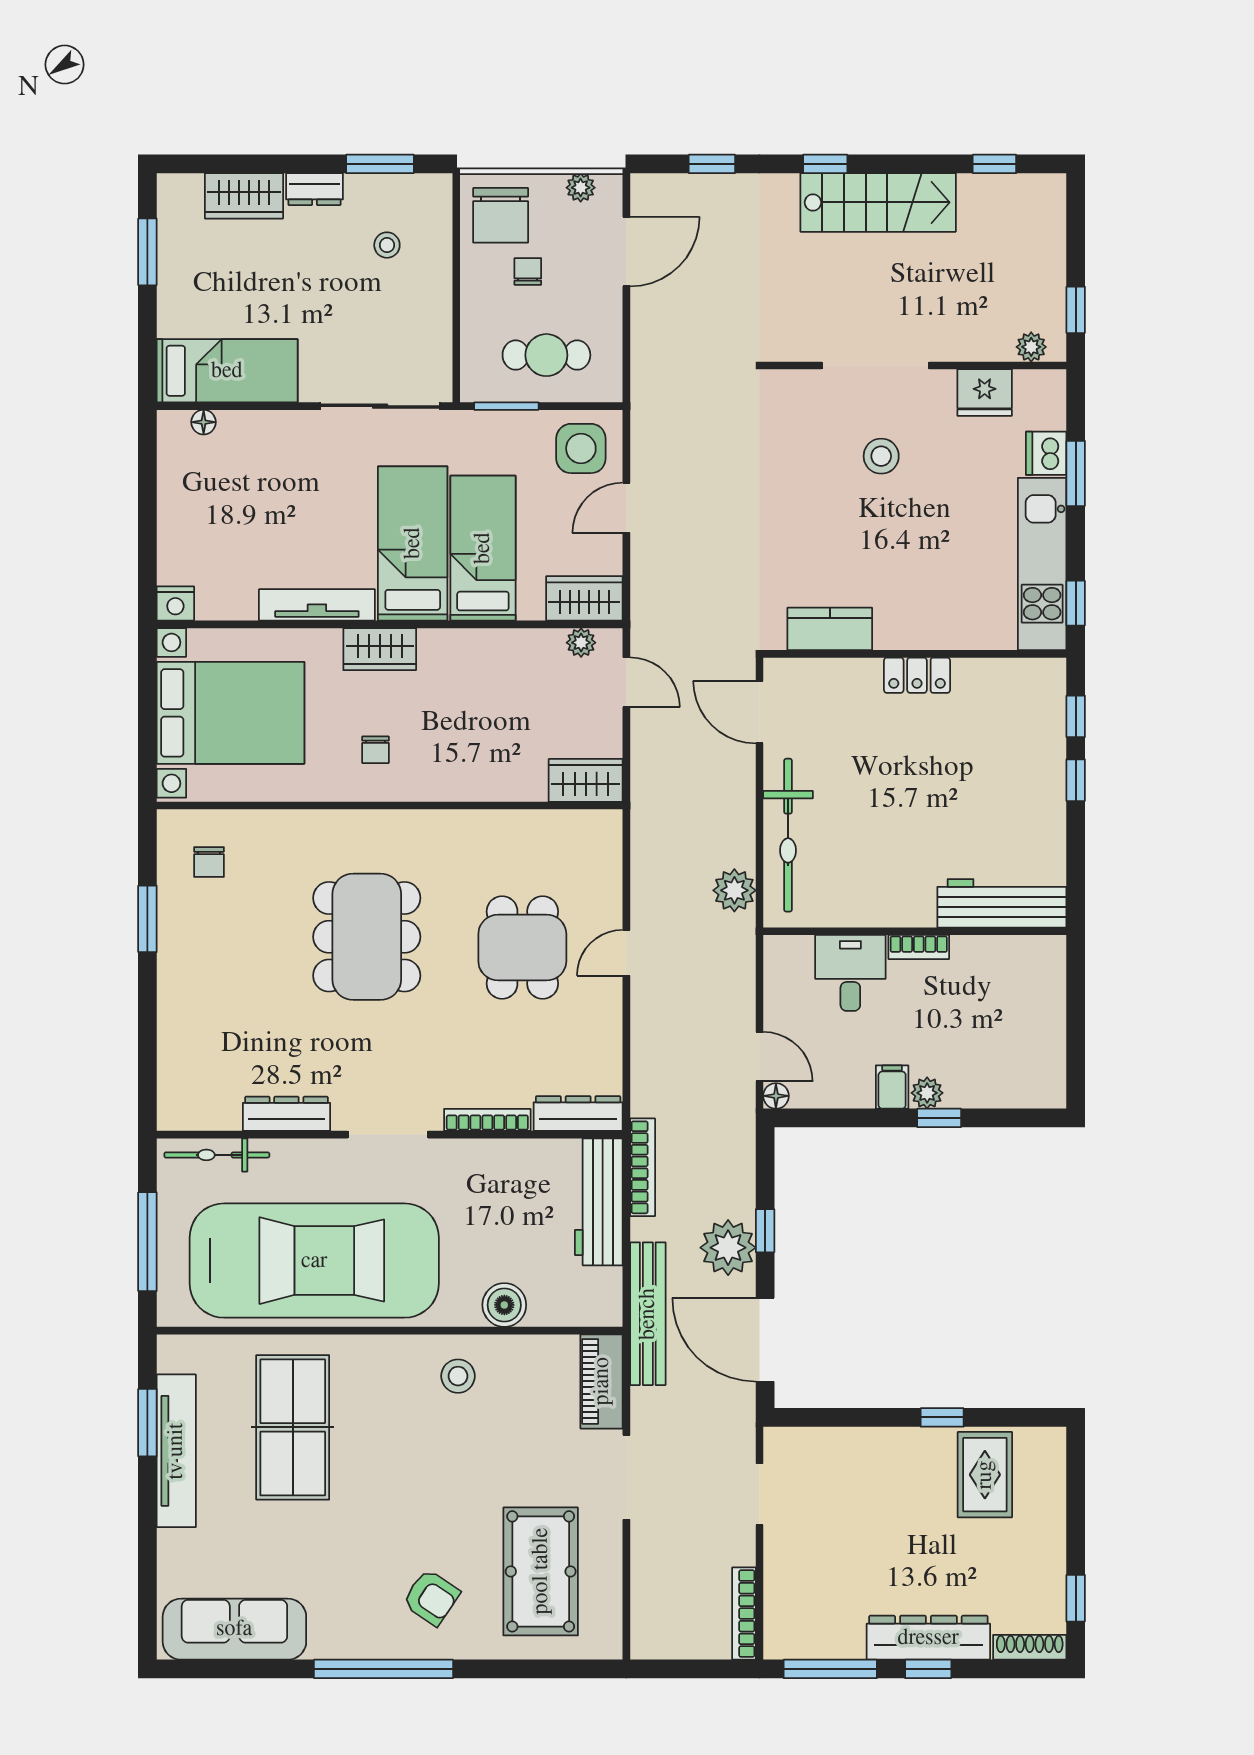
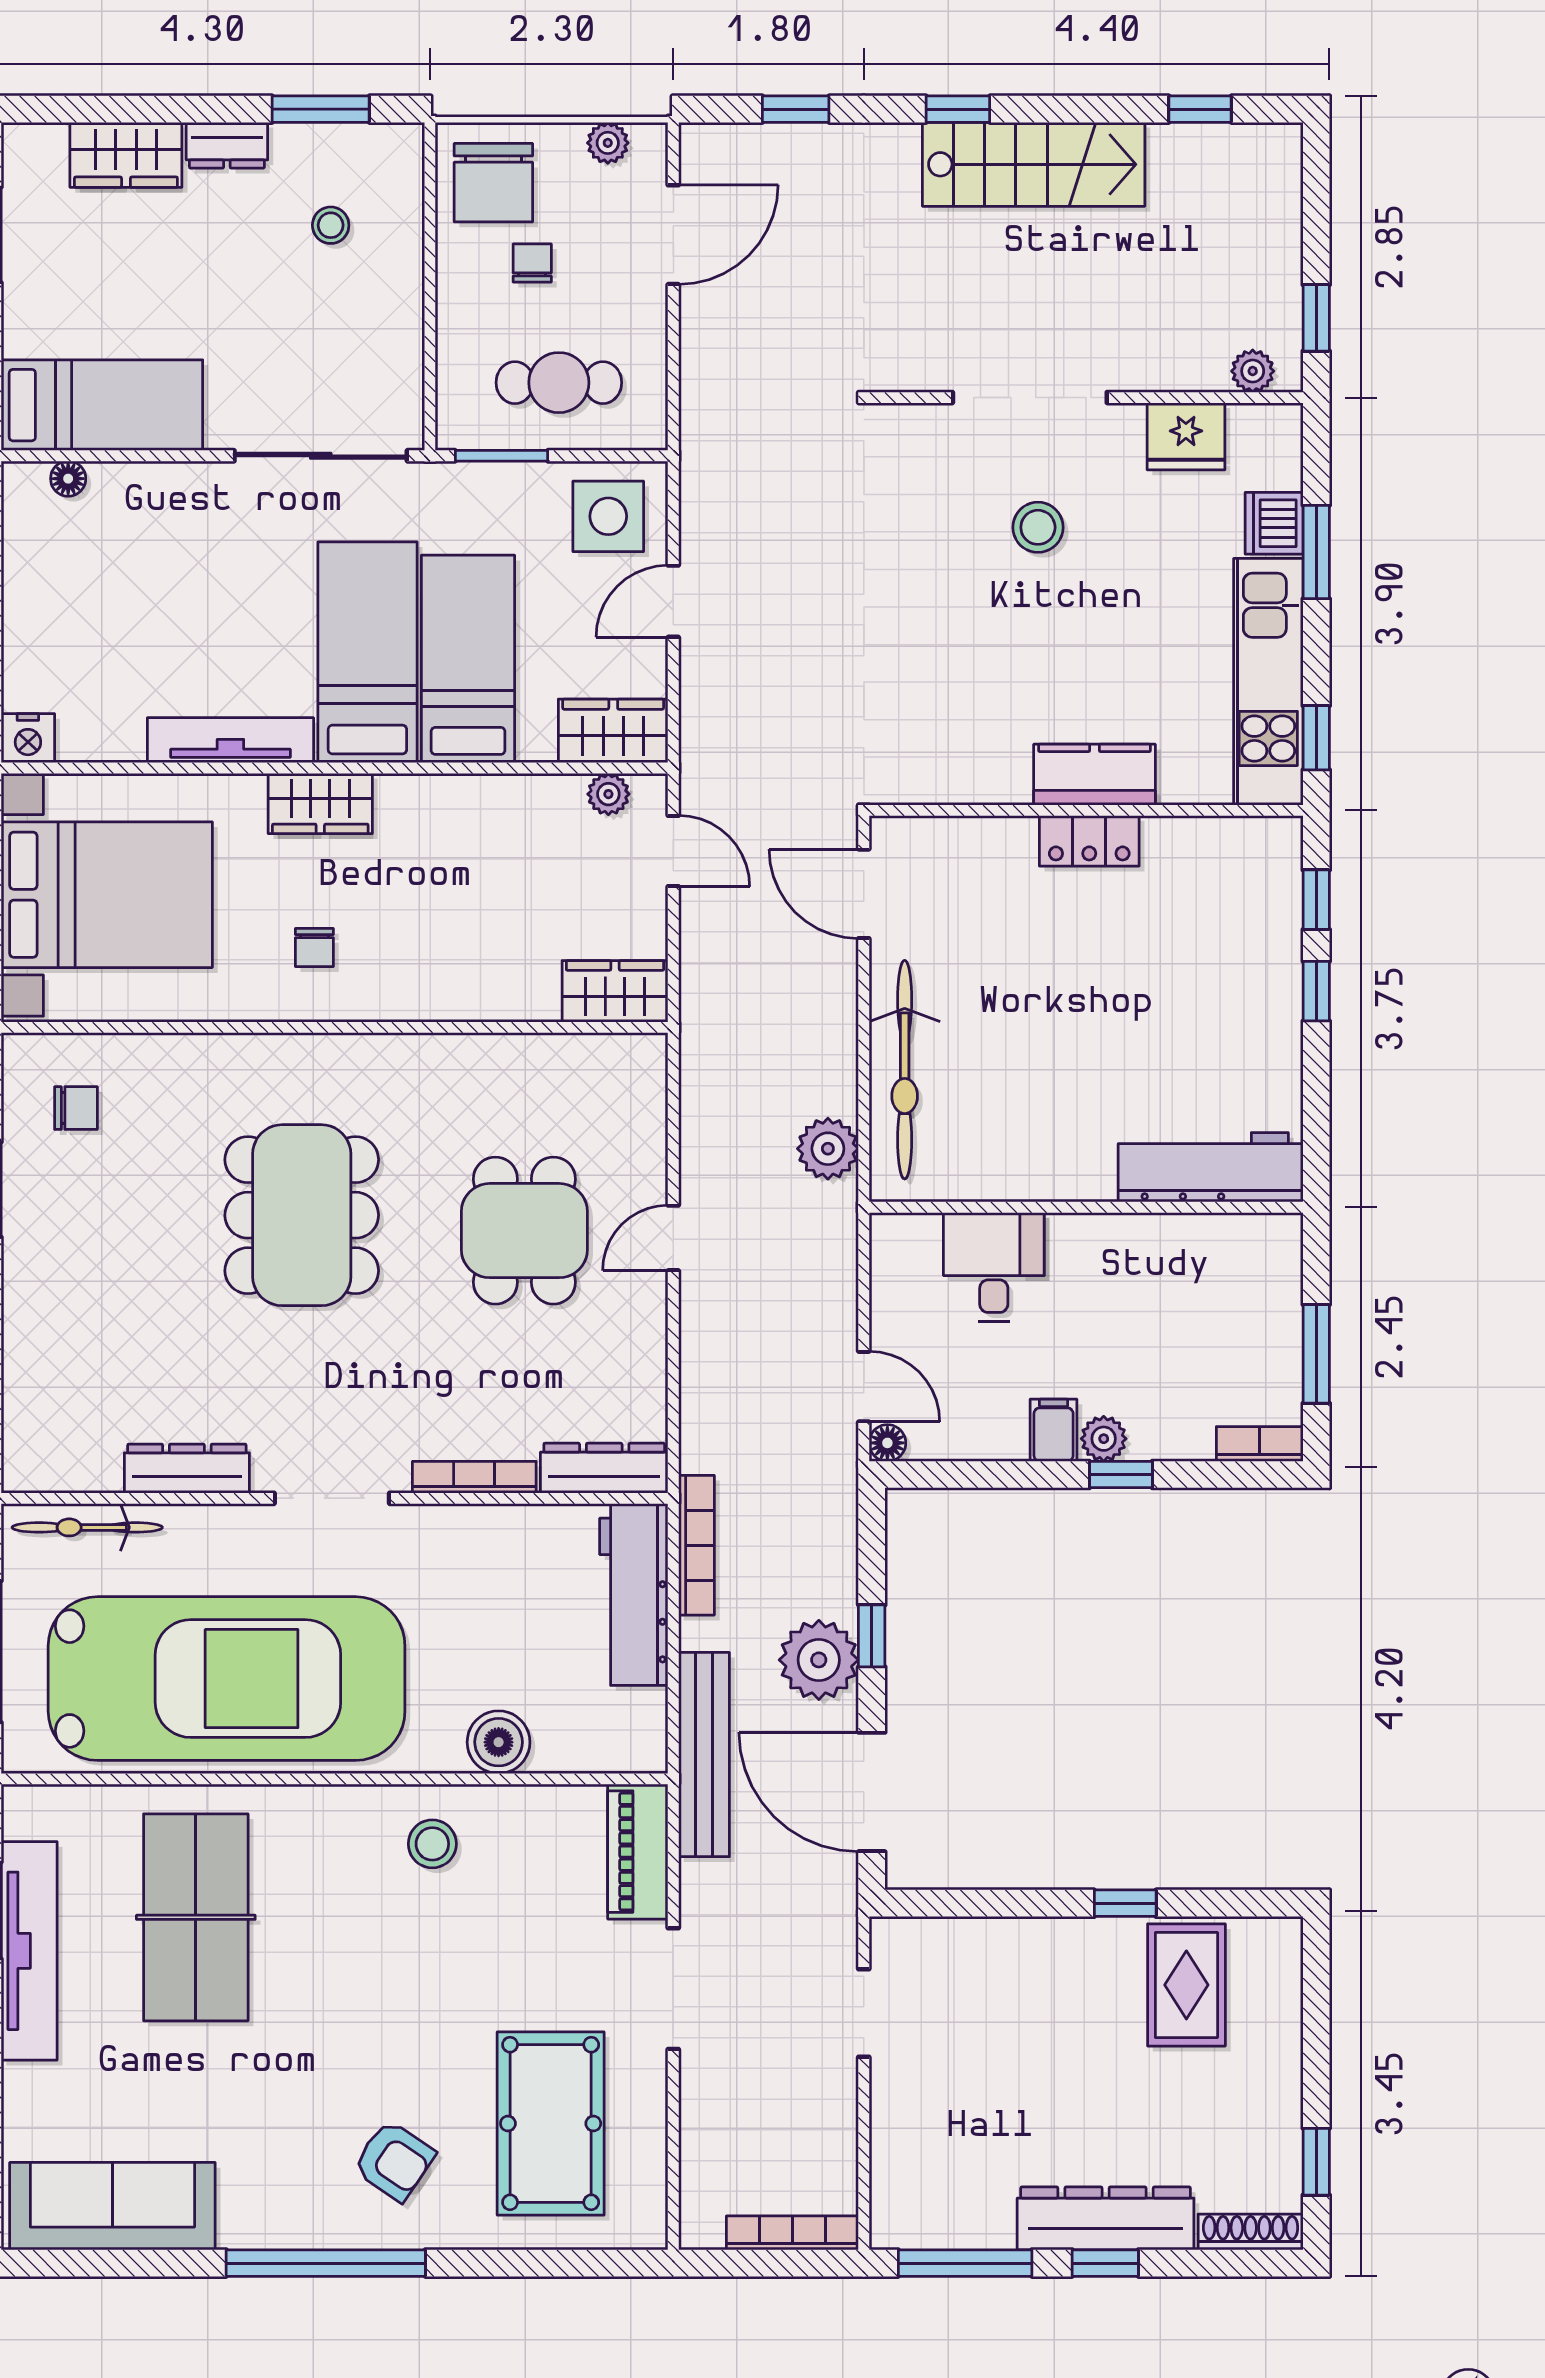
kitchen counter: (830, 629) -> (1094, 775), moved
chair: (209, 862) -> (76, 1108), turned -90
bookcase: (919, 947) -> (1260, 1444), moved, turned 180
window: (1076, 1034) -> (1316, 1354), added
bookcase: (744, 1614) -> (792, 2233), moved, turned 90

